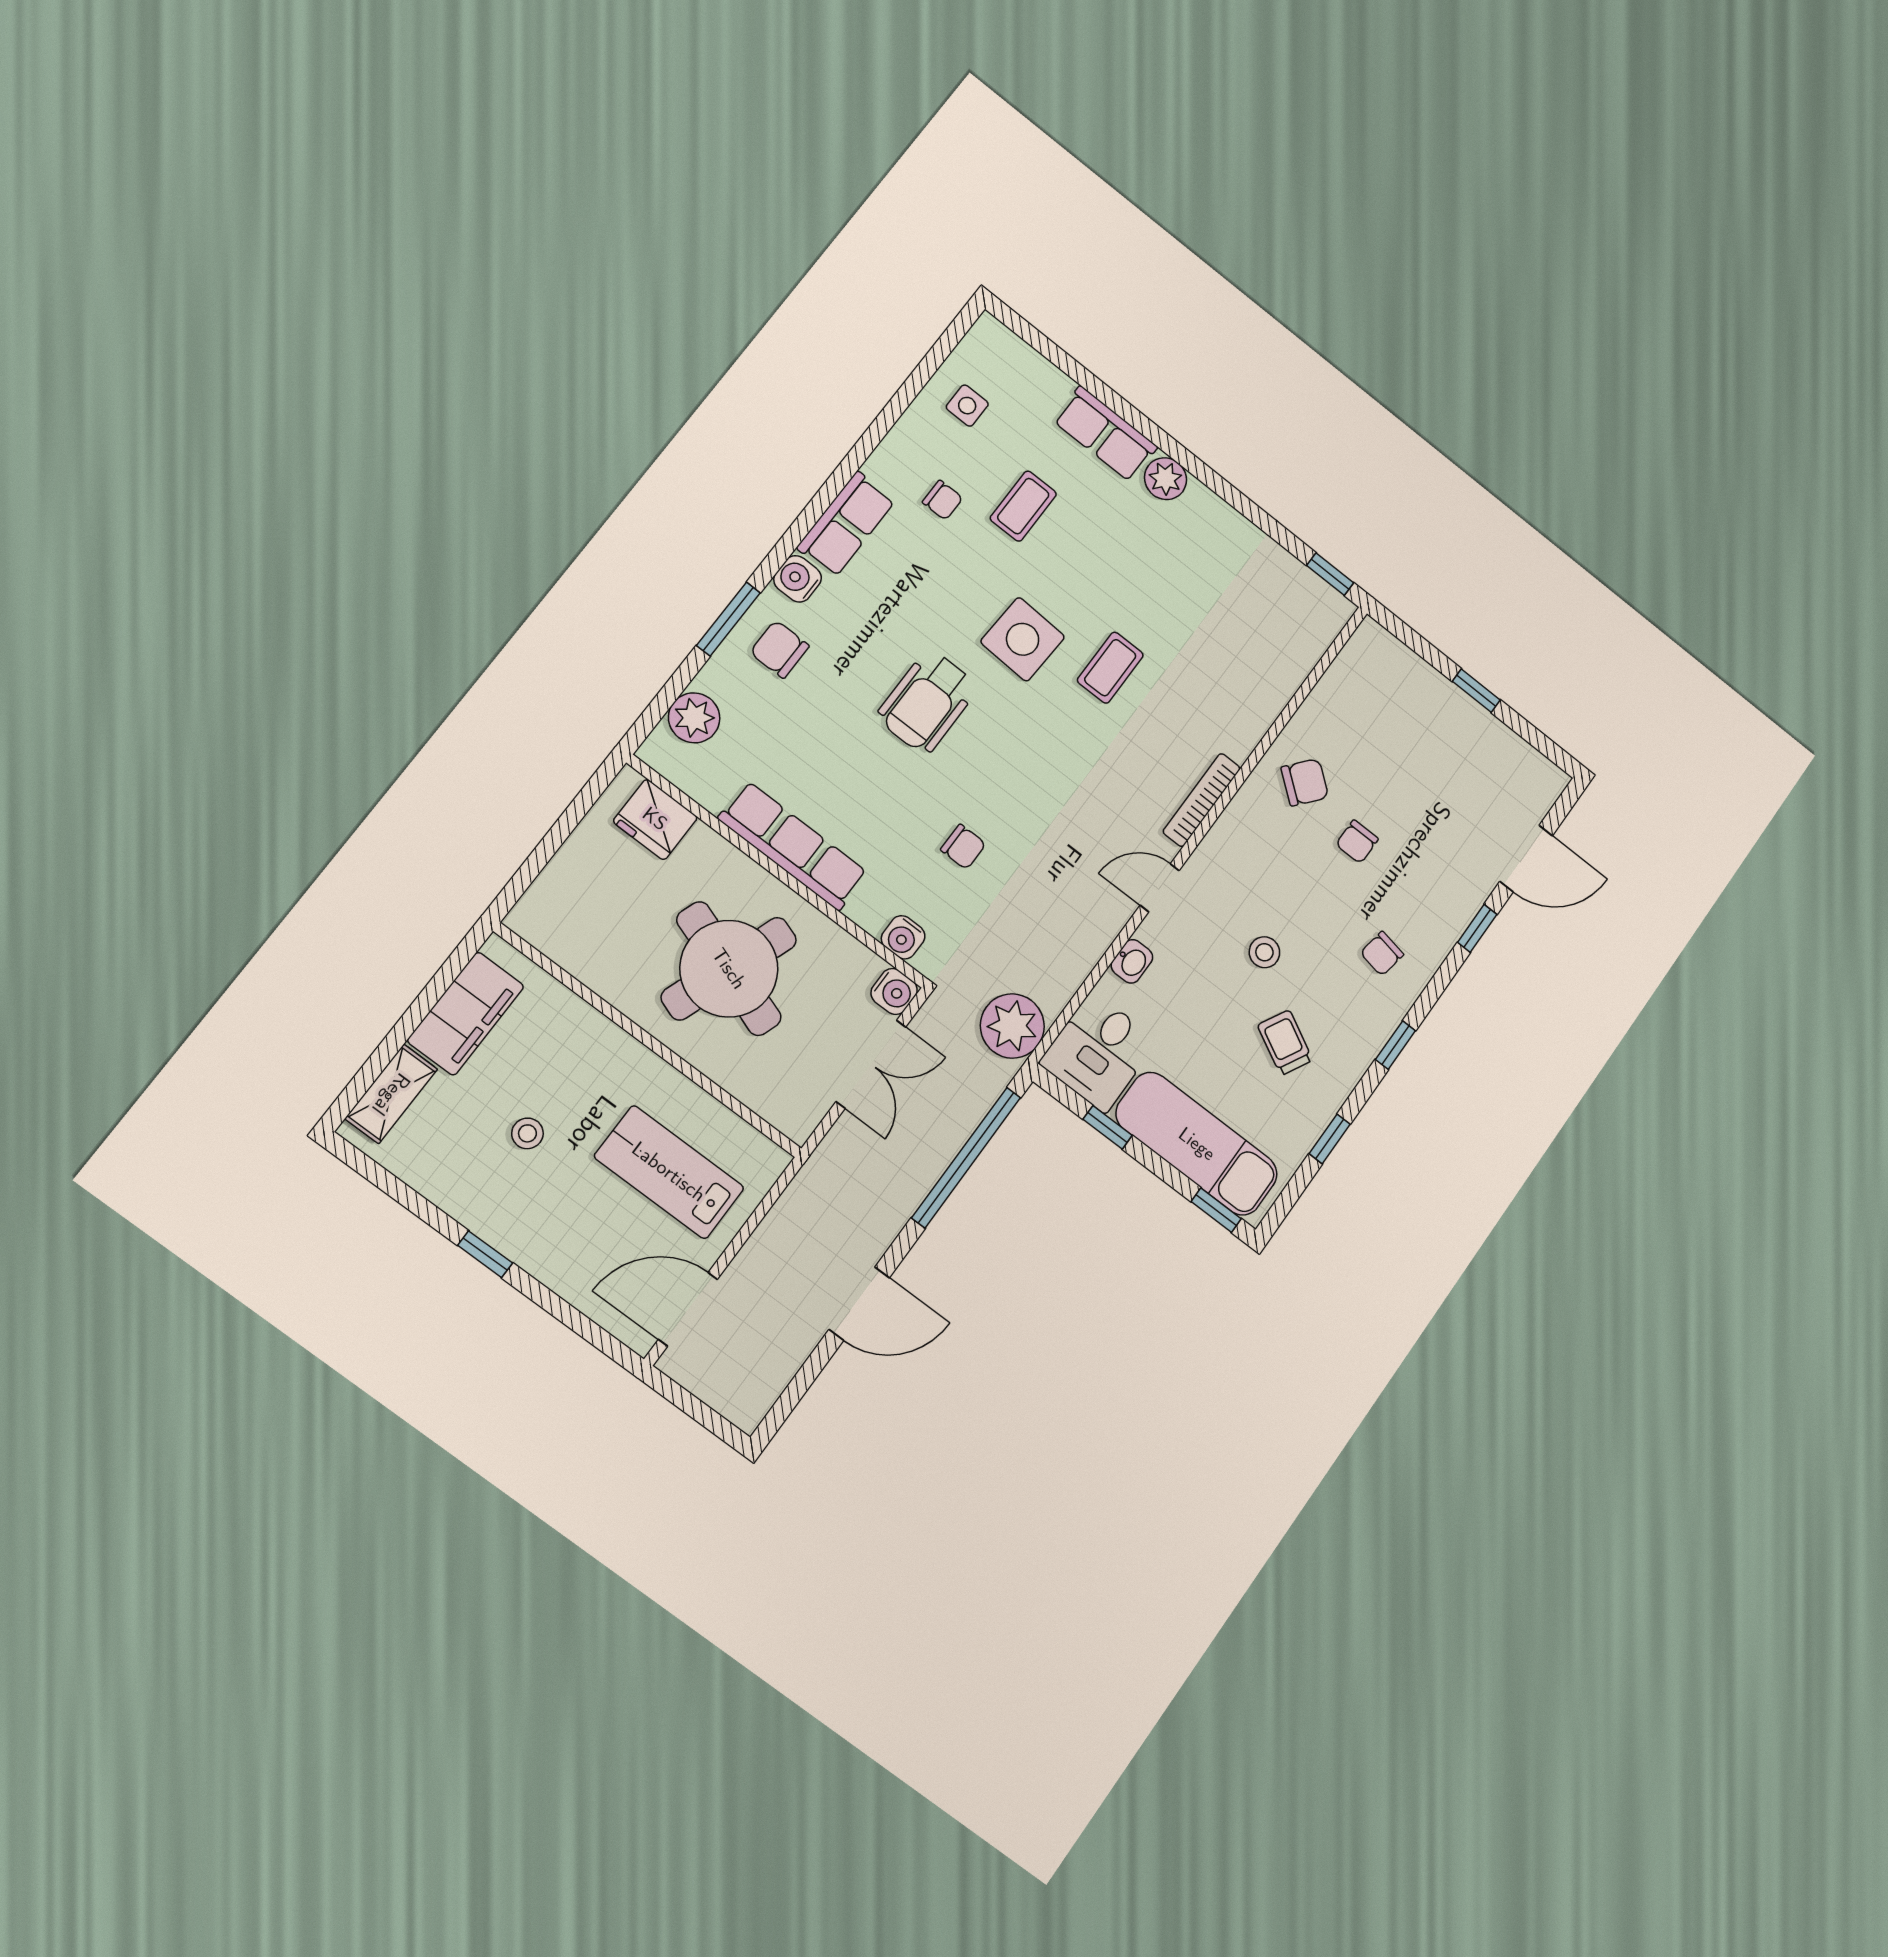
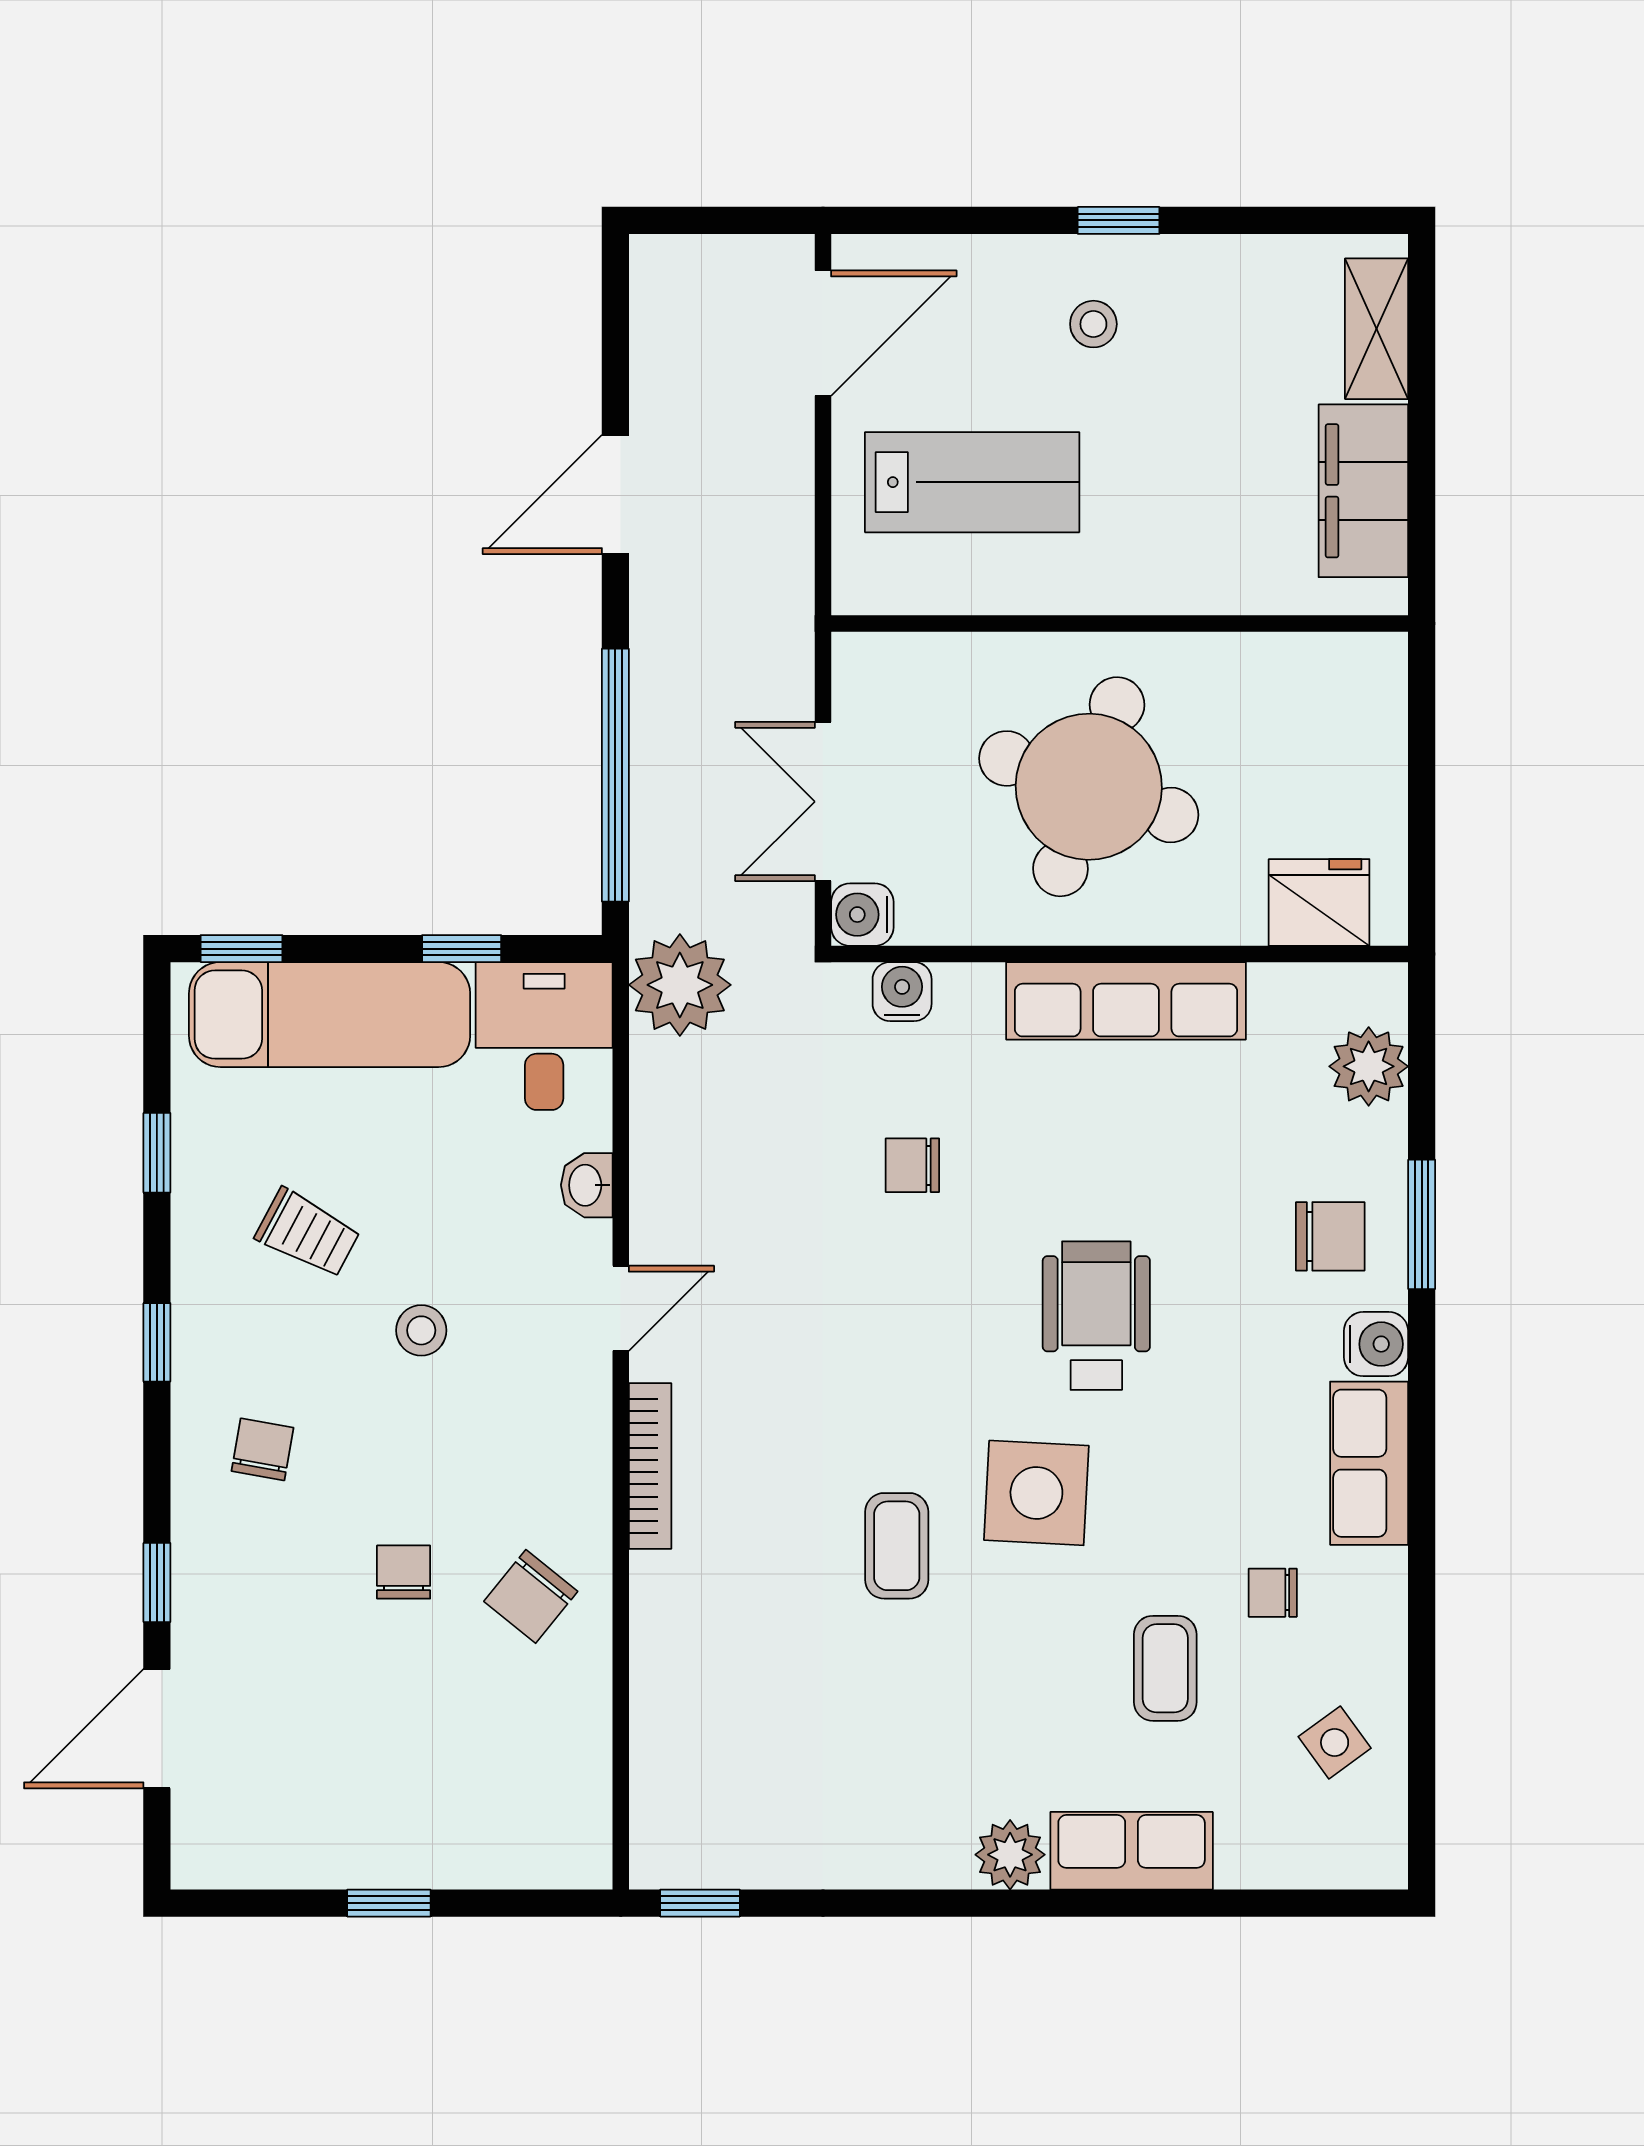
side table: (967, 406) -> (1335, 1742), turned -36
stool: (527, 1133) -> (1093, 324), moved

